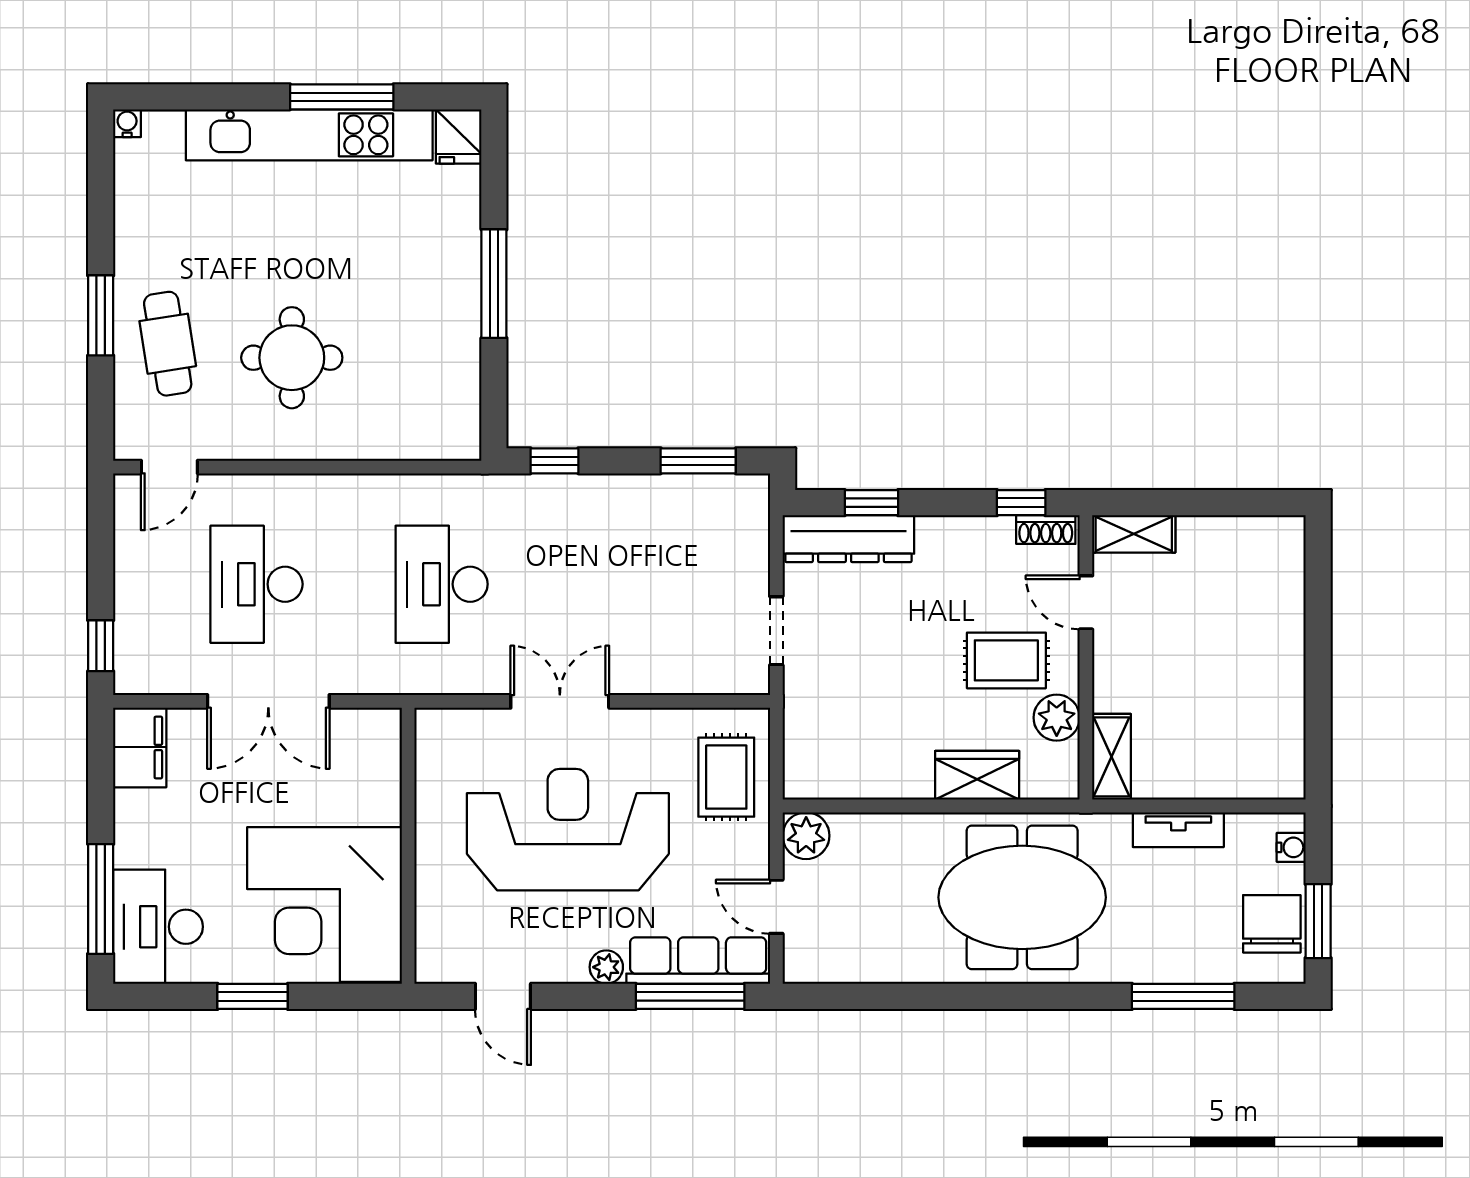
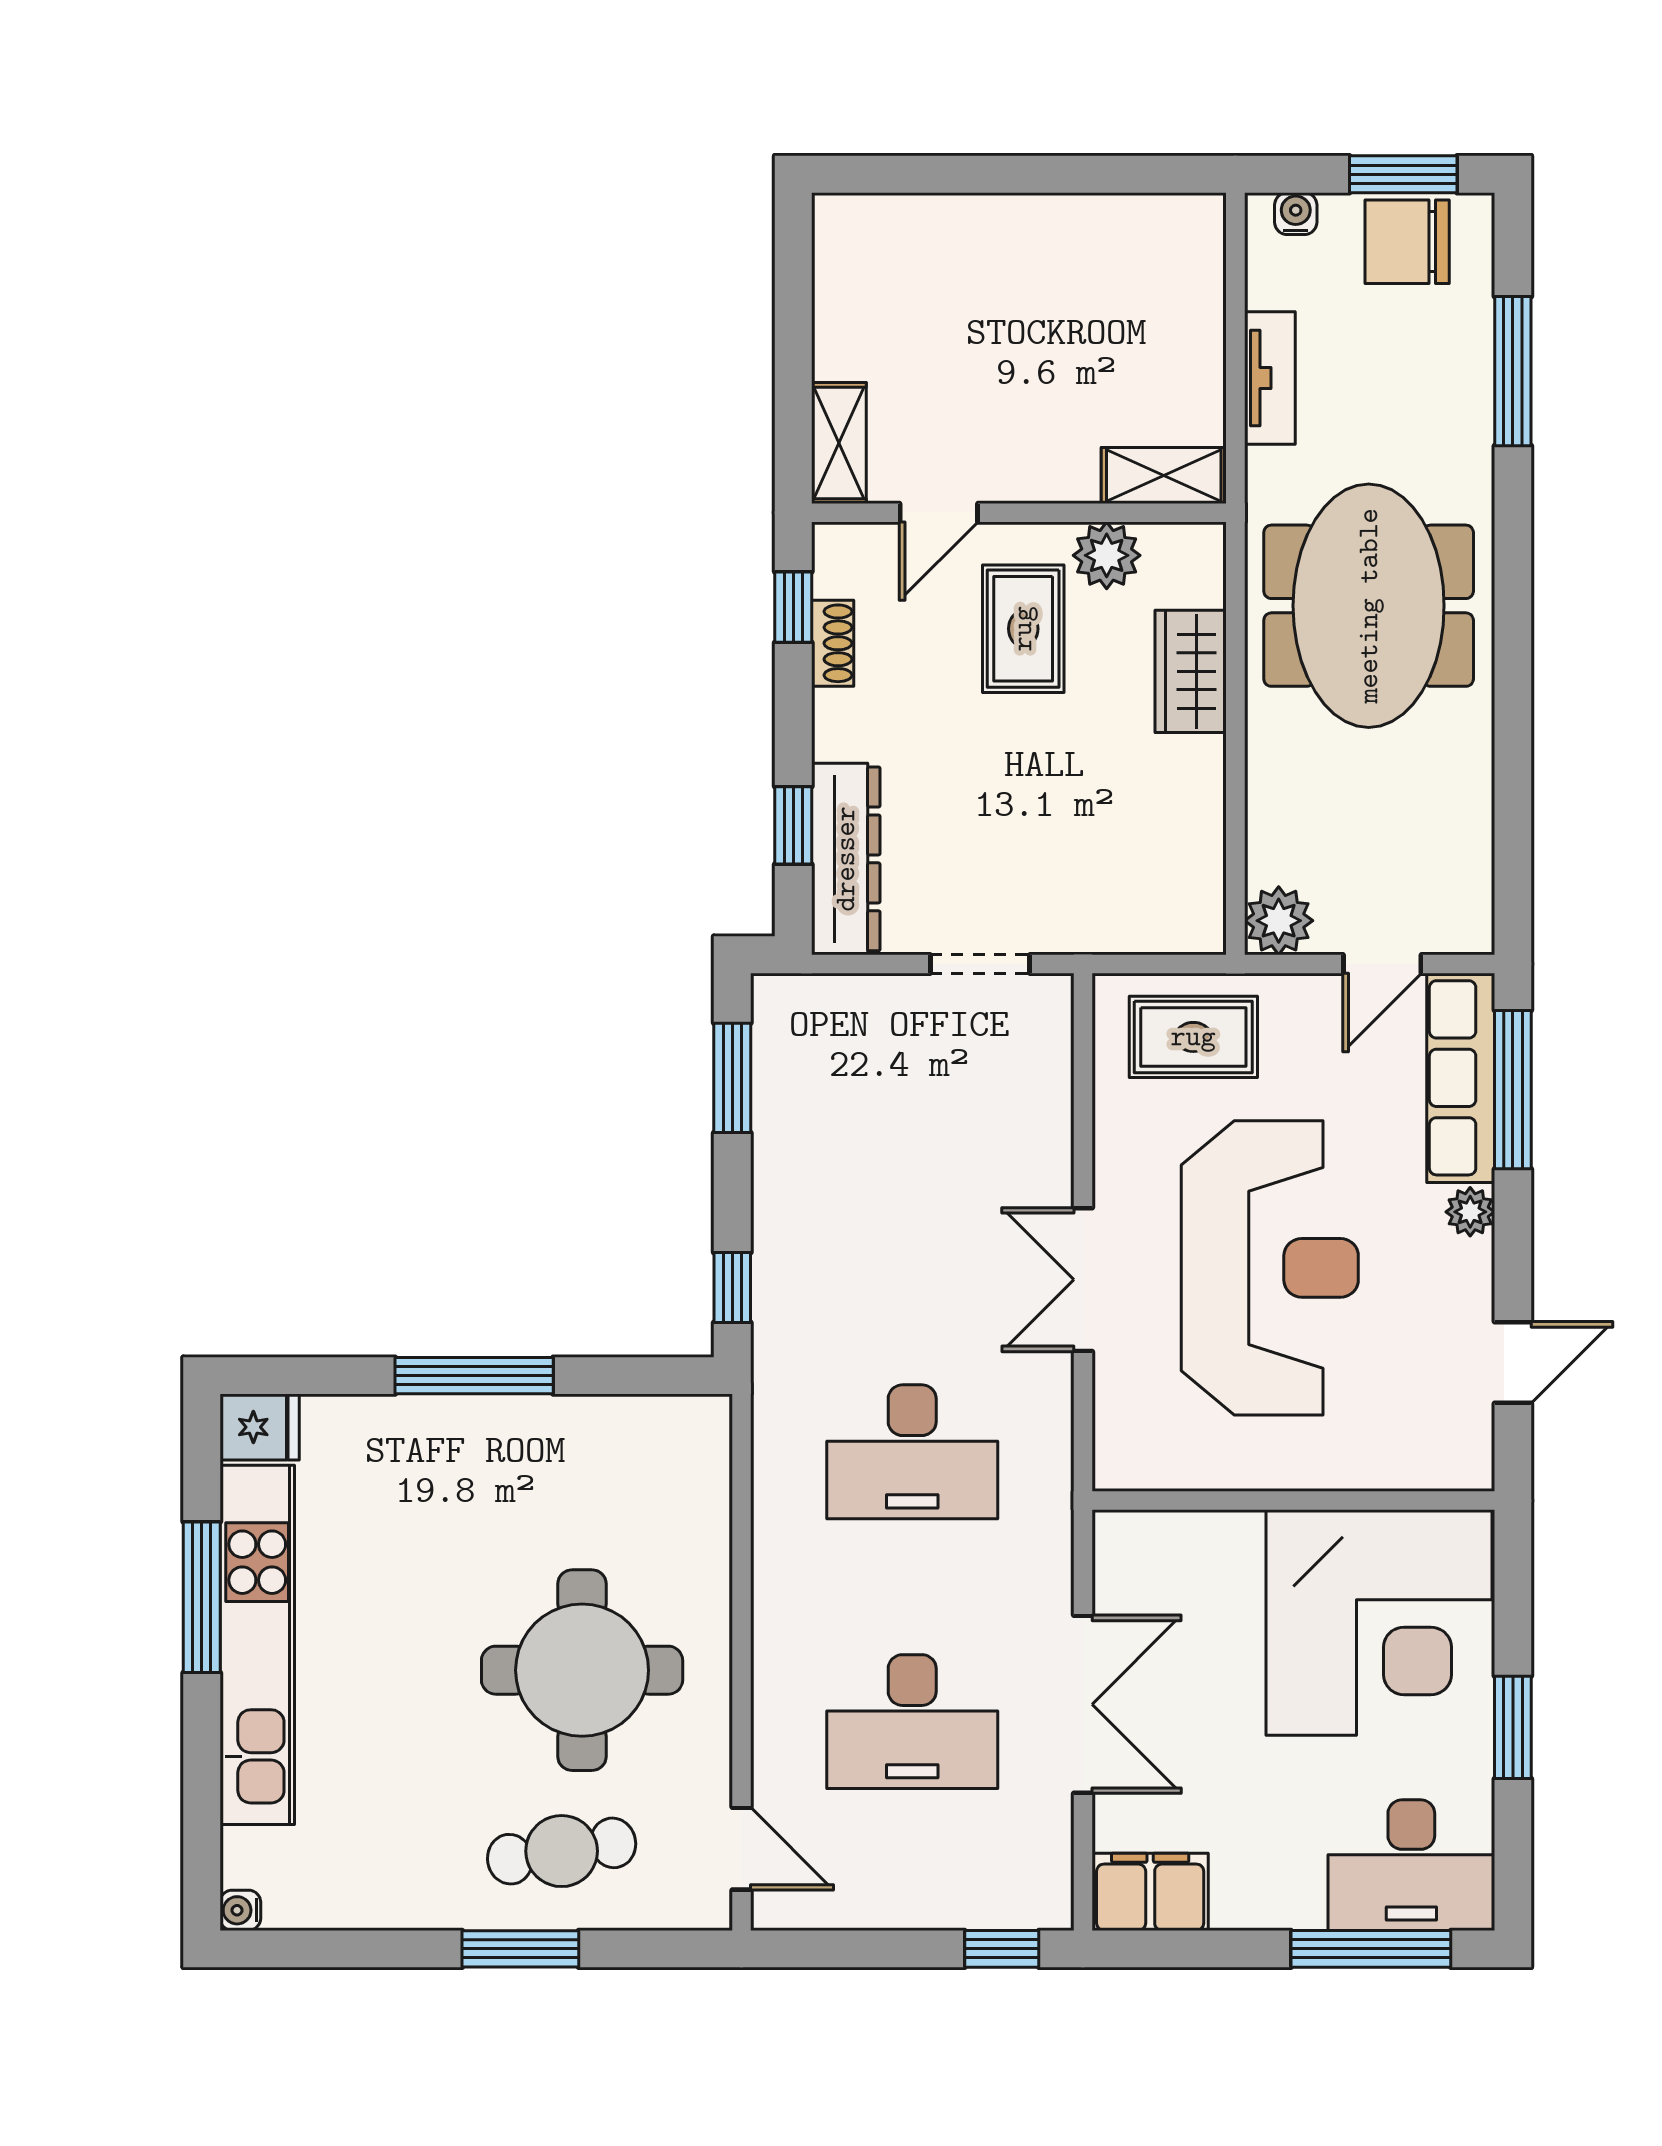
round table: (292, 358) -> (582, 1670), width x1.36, depth x1.36
shoe rack: (1046, 530) -> (833, 643), moved
reception desk: (568, 830) -> (1270, 1268), turned 180

